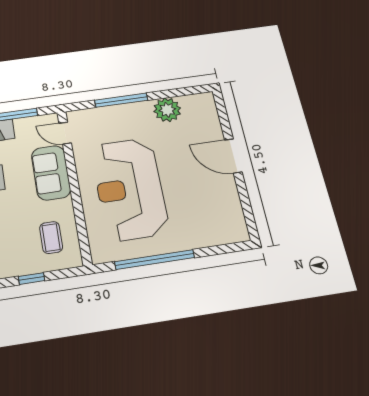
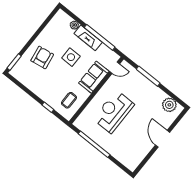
plant: (167, 110) -> (169, 105), moved
door: (65, 133) -> (115, 68), swing flipped
reception desk: (130, 189) -> (114, 112), width x0.74, depth x0.77

